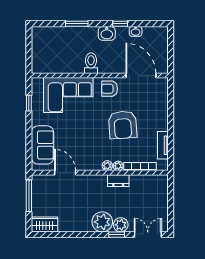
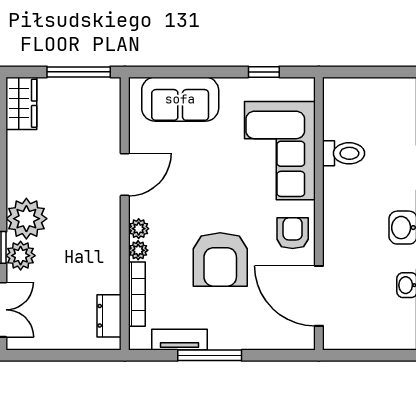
toilet: (91, 63) -> (344, 153), moved
door: (141, 76) -> (319, 296), swing flipped
armchair: (123, 125) -> (220, 259), turned -86
window: (171, 130) -> (210, 355), added
door: (65, 173) -> (125, 175), moved
dresser: (118, 181) -> (109, 316), moved

